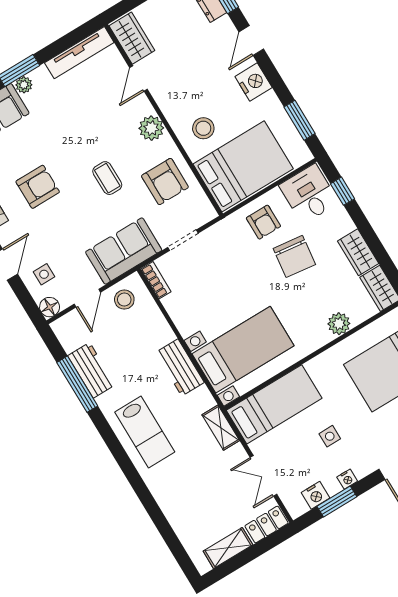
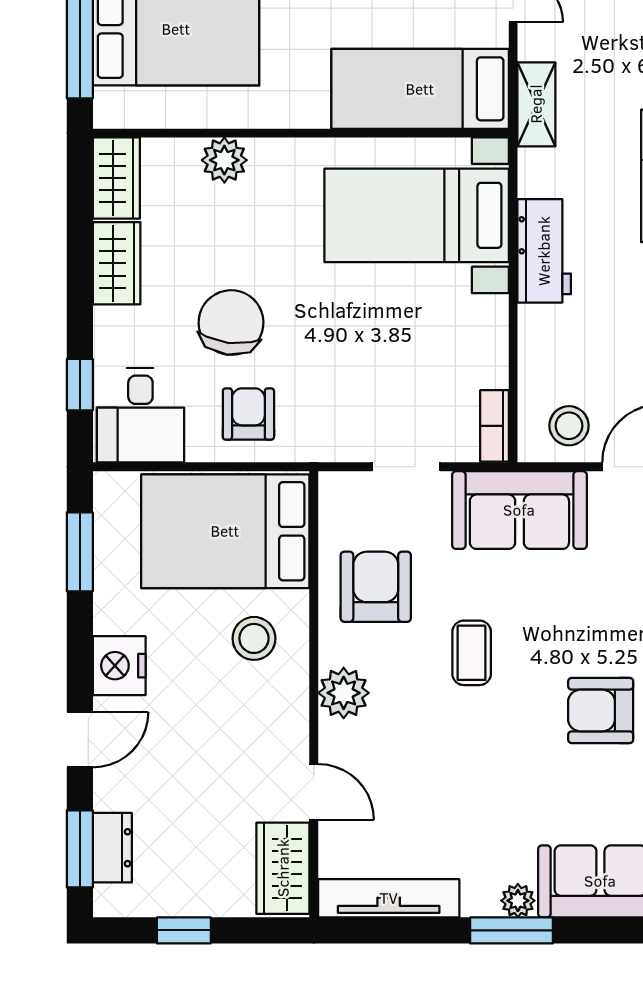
door: (139, 78) -> (314, 792), hinge flipped

